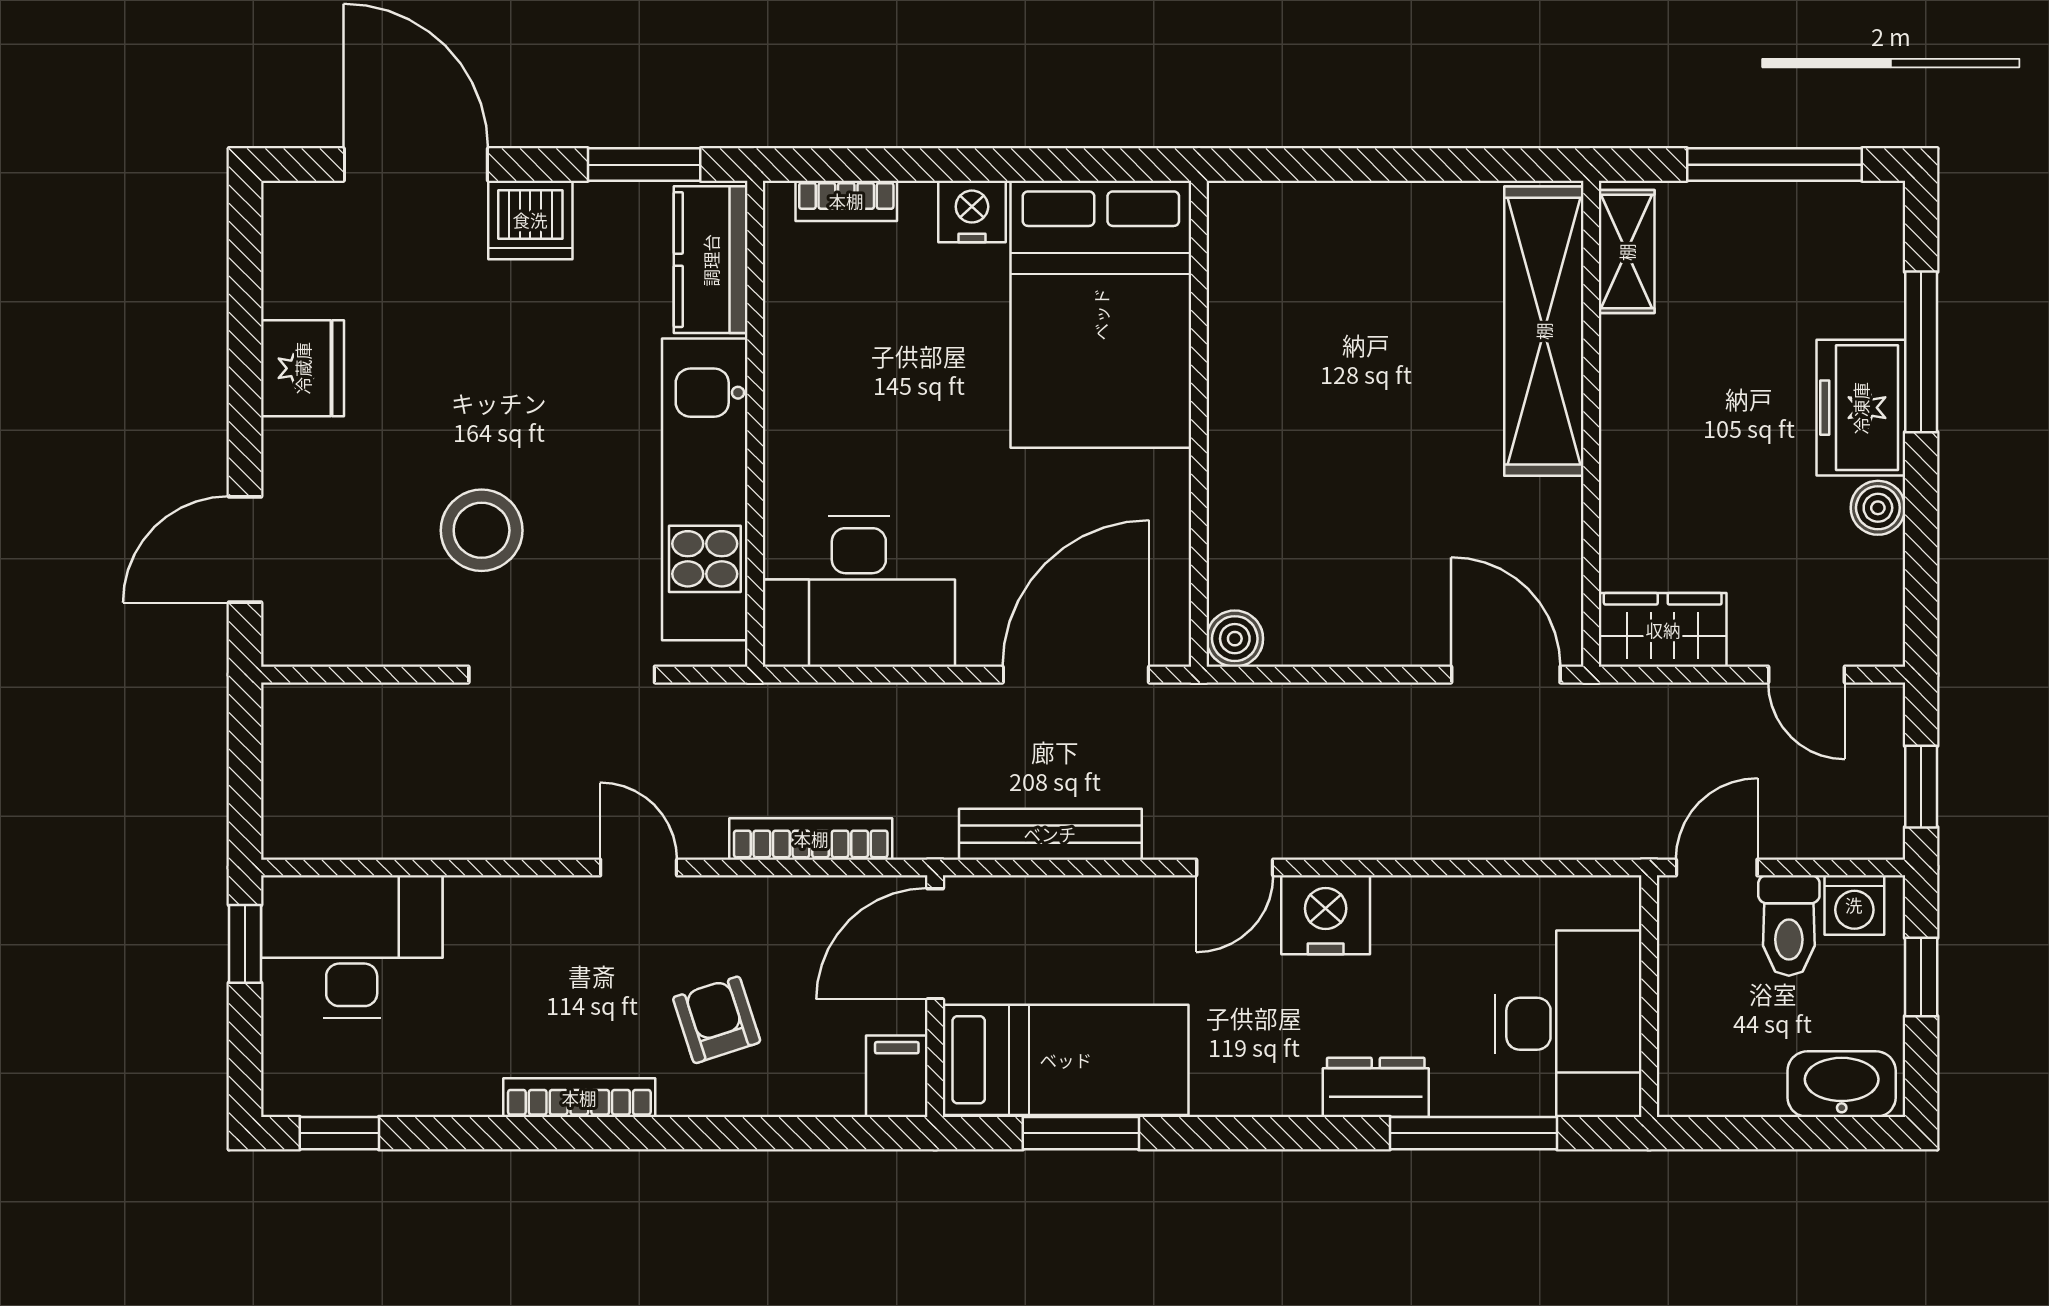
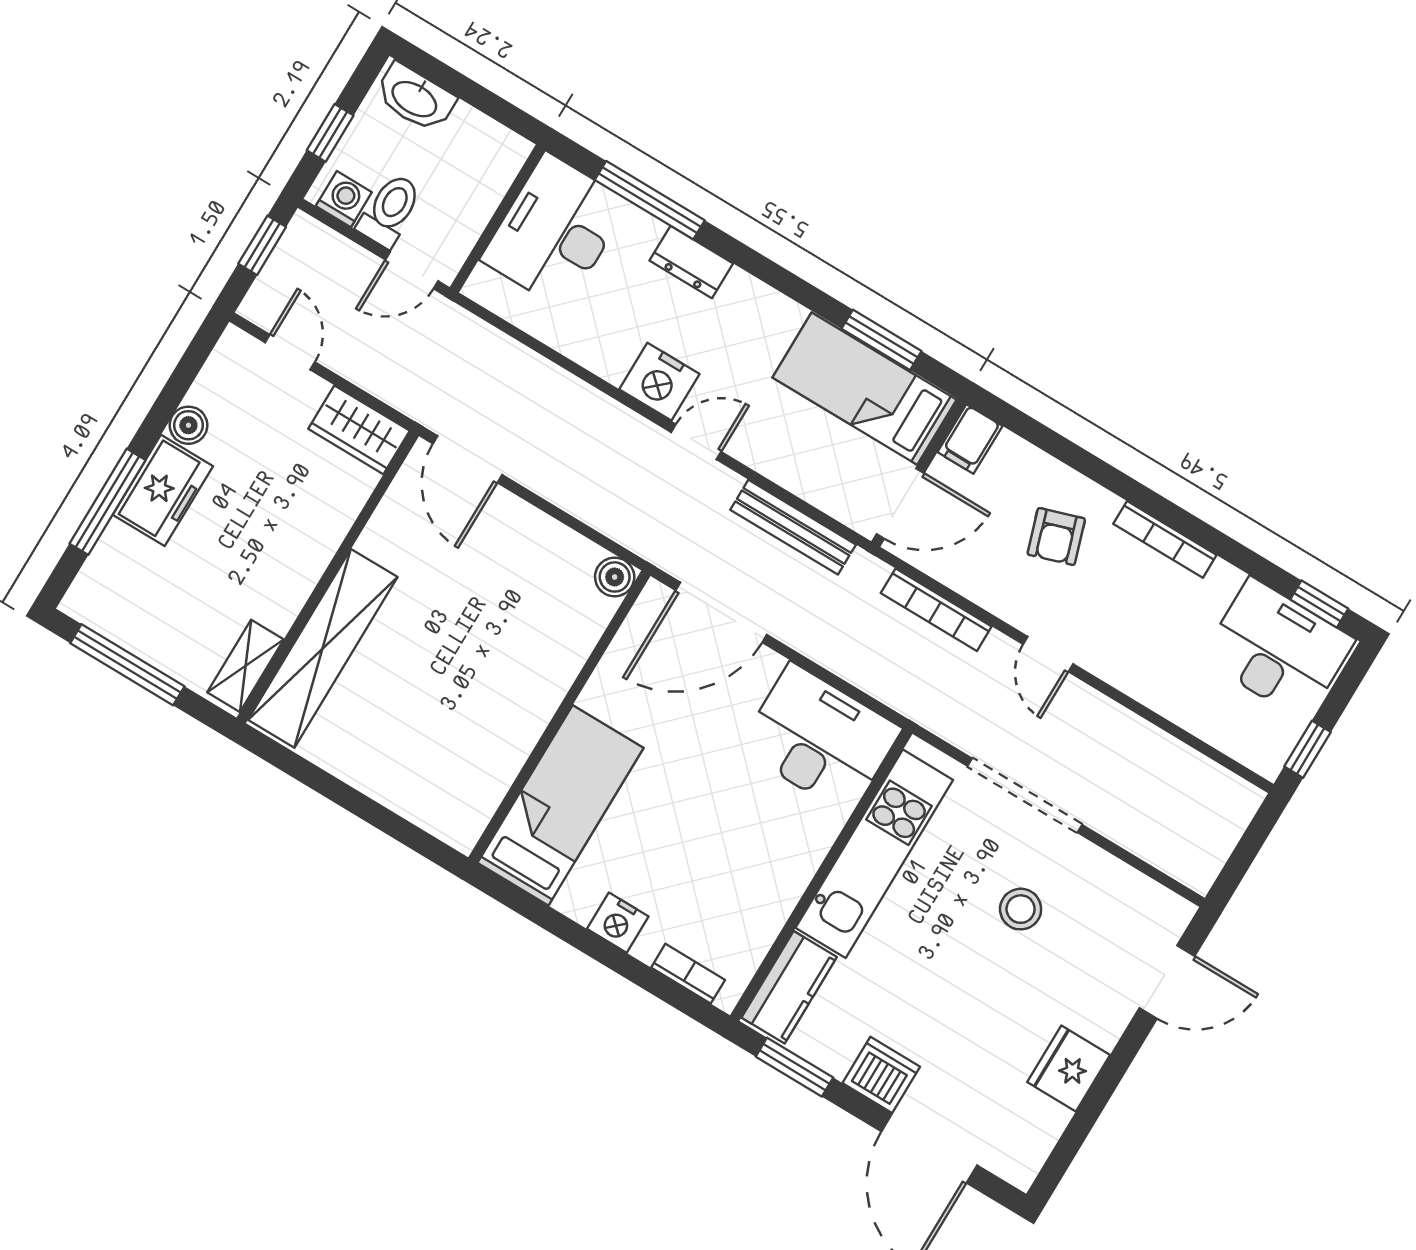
bed: (1101, 314) -> (560, 805), width x0.67
stool: (482, 530) -> (1021, 909), width x0.73, depth x0.73
desk: (352, 946) -> (1278, 649), moved, turned 180

